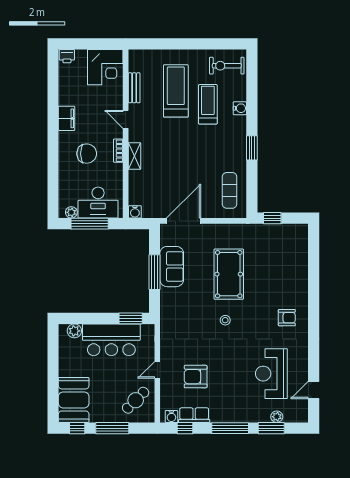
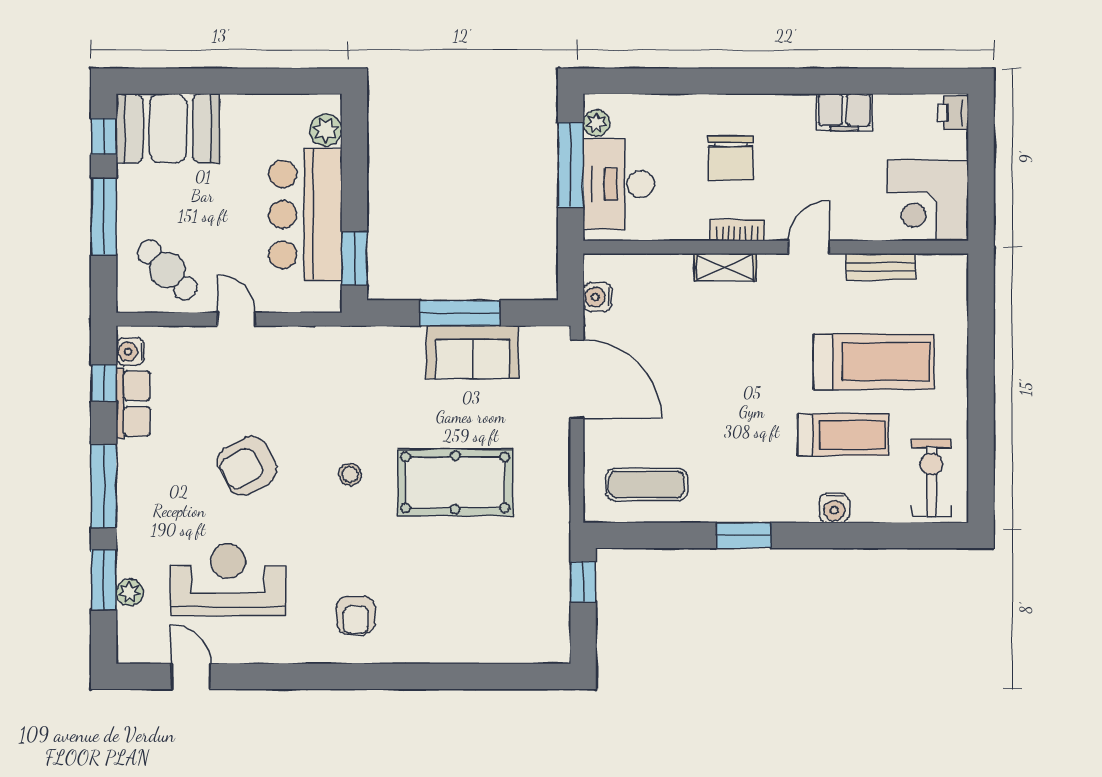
filing cabinet: (67, 118) -> (844, 112), moved
water cooler: (135, 212) -> (598, 297), moved
armchair: (196, 377) -> (247, 466), moved, turned -118

